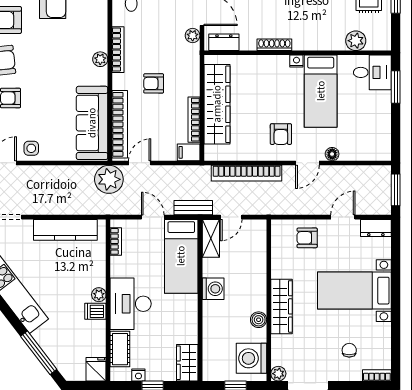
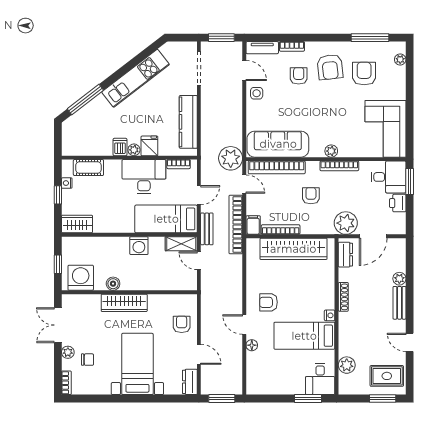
plant: (193, 35) -> (346, 223), width x1.87, depth x1.87
bookcase: (247, 173) -> (236, 224), moved
desk: (131, 304) -> (144, 176), moved
fridge: (96, 369) -> (149, 146), moved, turned -90
plant: (278, 374) -> (68, 352), moved

